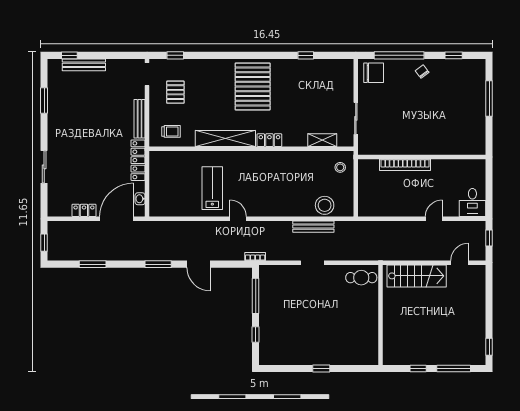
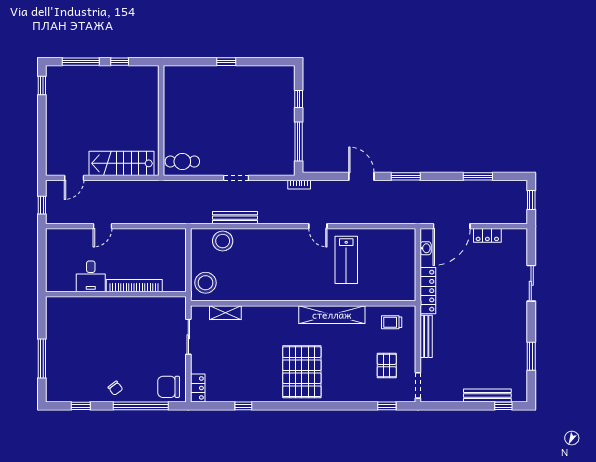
locker: (269, 140) -> (198, 388), moved, turned -90
stool: (340, 167) -> (206, 283), width x1.89, depth x1.89
desk: (472, 203) -> (91, 276), moved, turned 180

